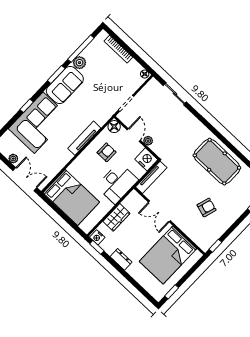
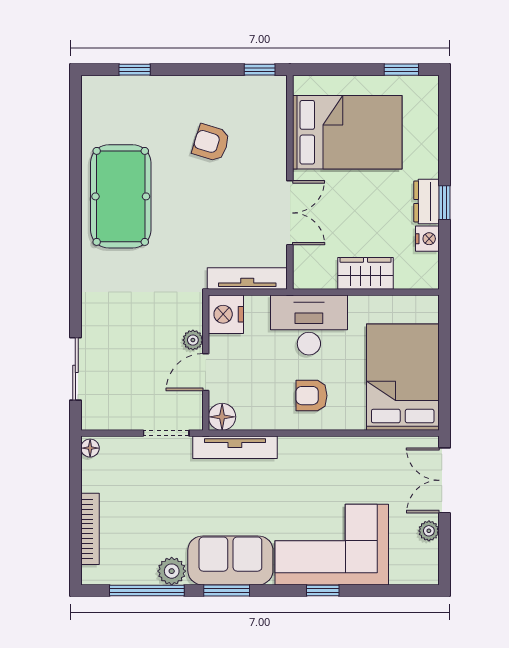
tv unit: (84, 138) -> (235, 447), moved
armchair: (107, 152) -> (311, 396), moved
nightstand: (97, 237) -> (427, 239), moved
window: (97, 247) -> (444, 203), moved

